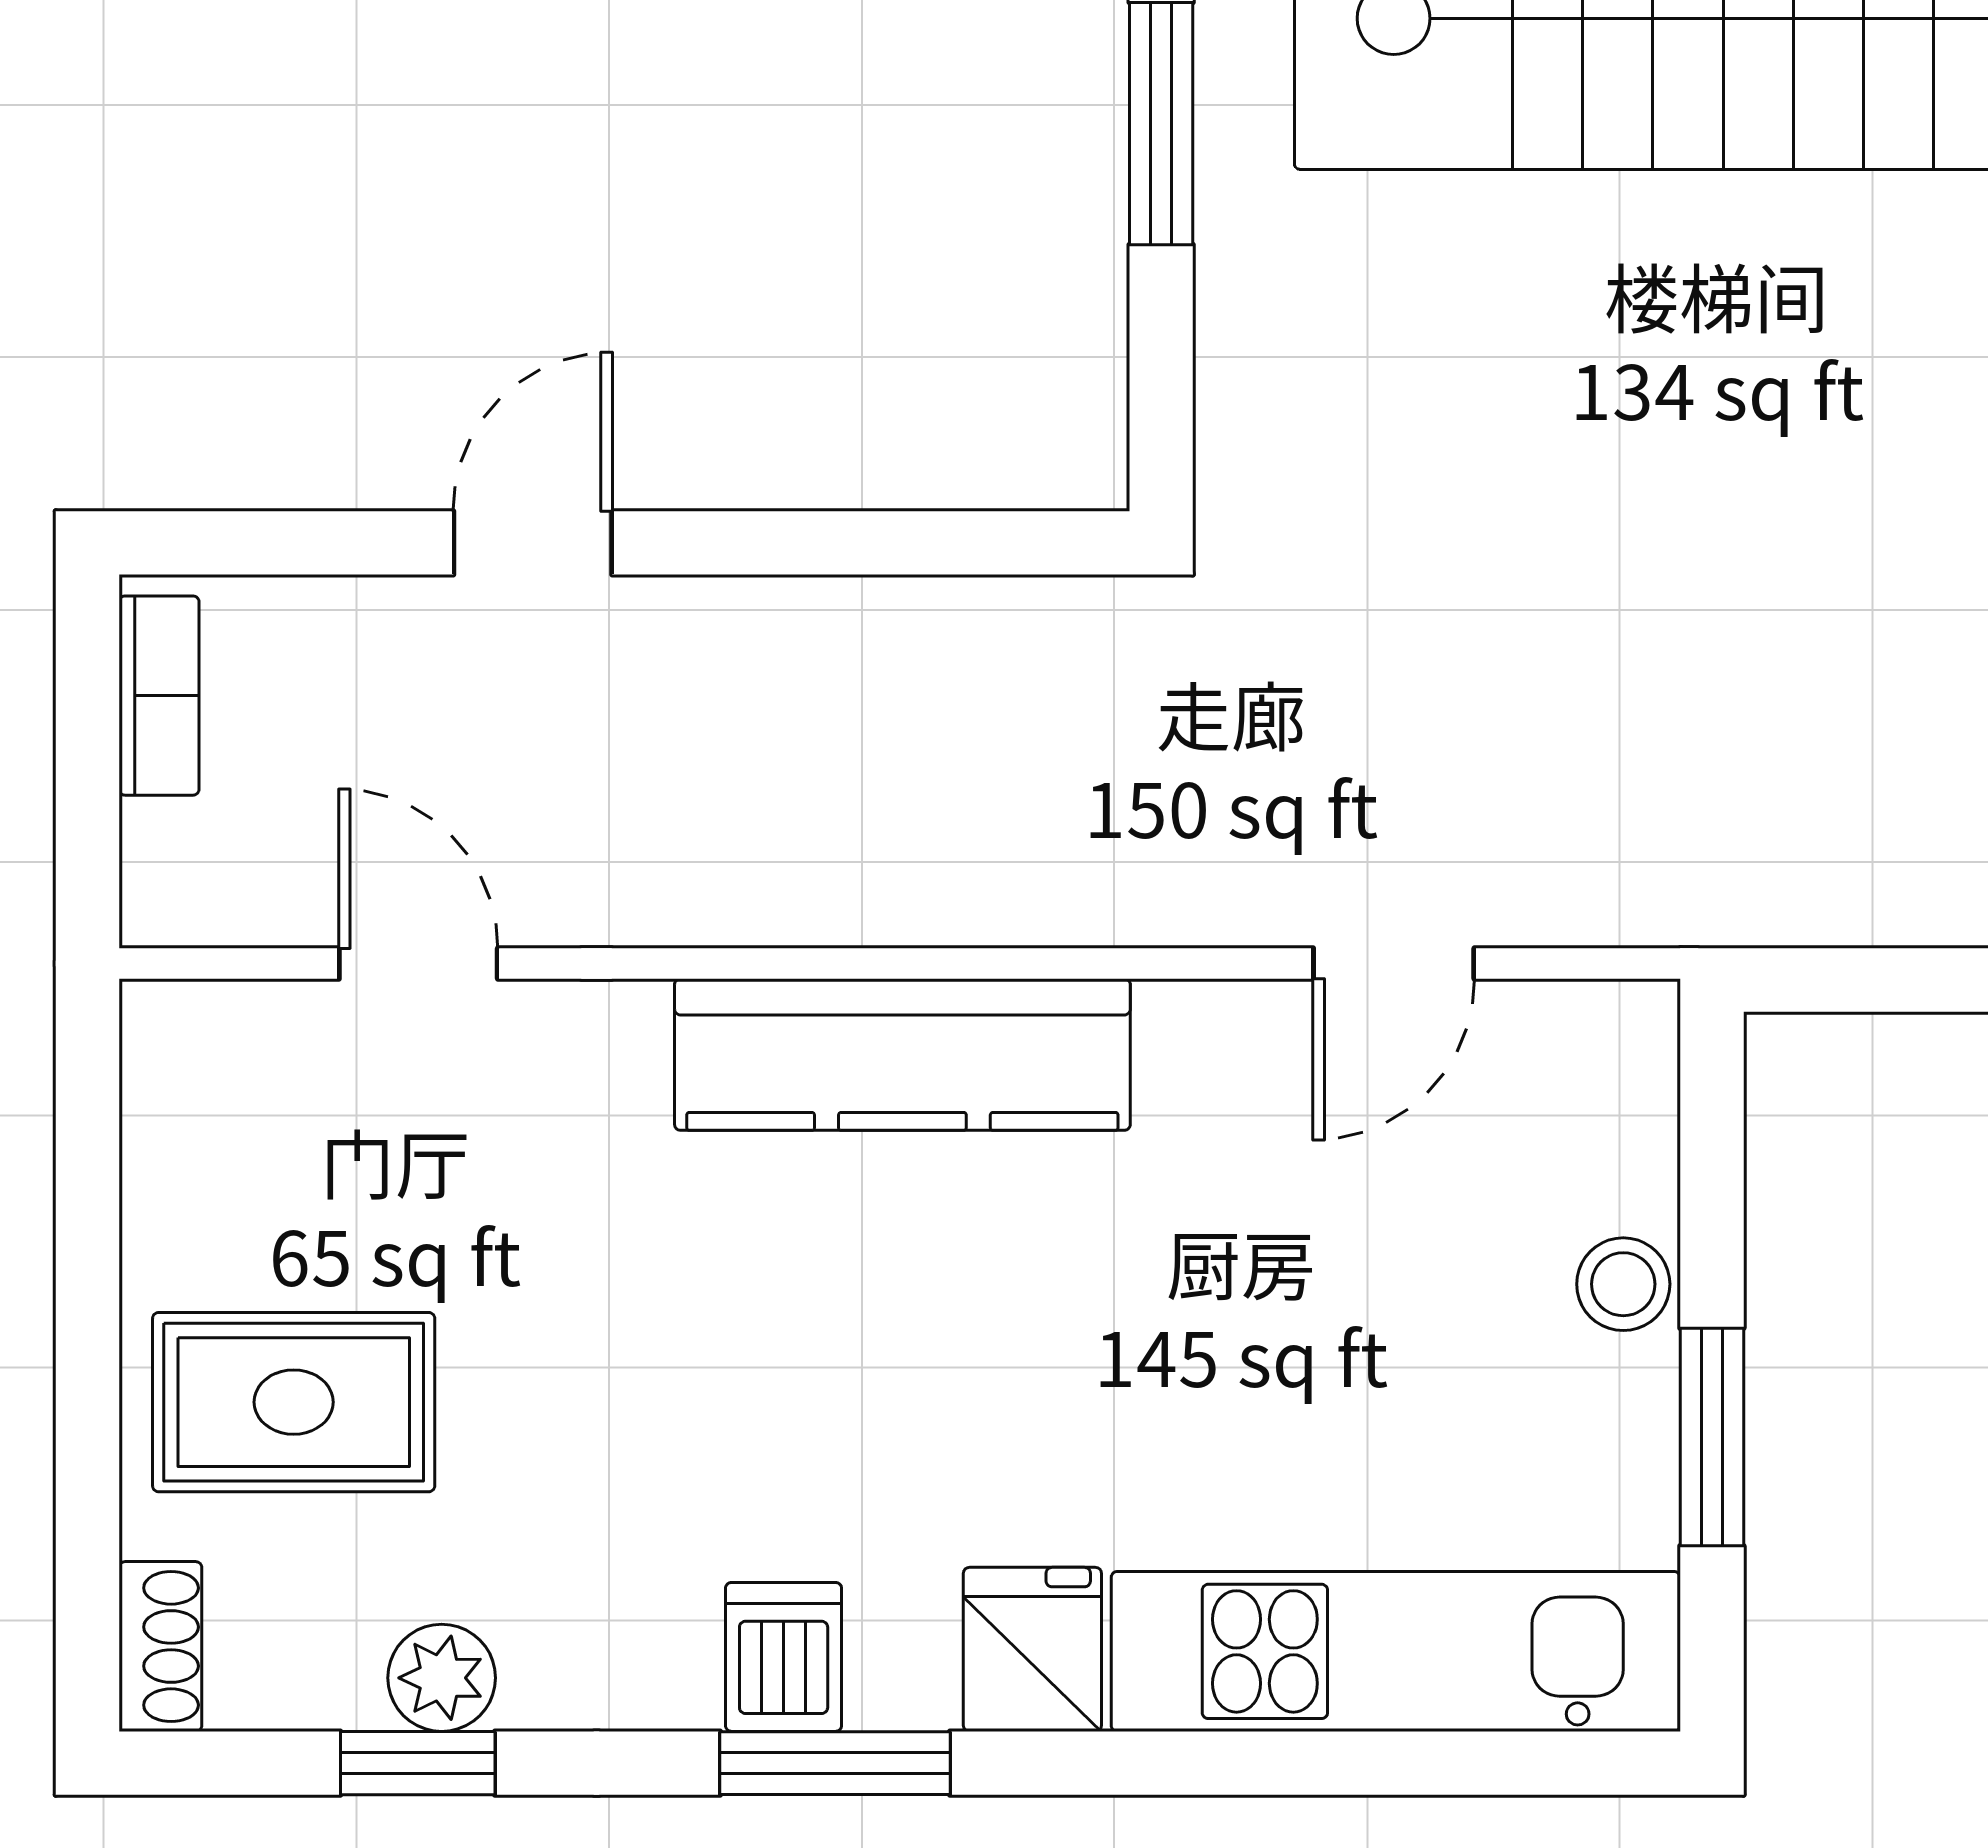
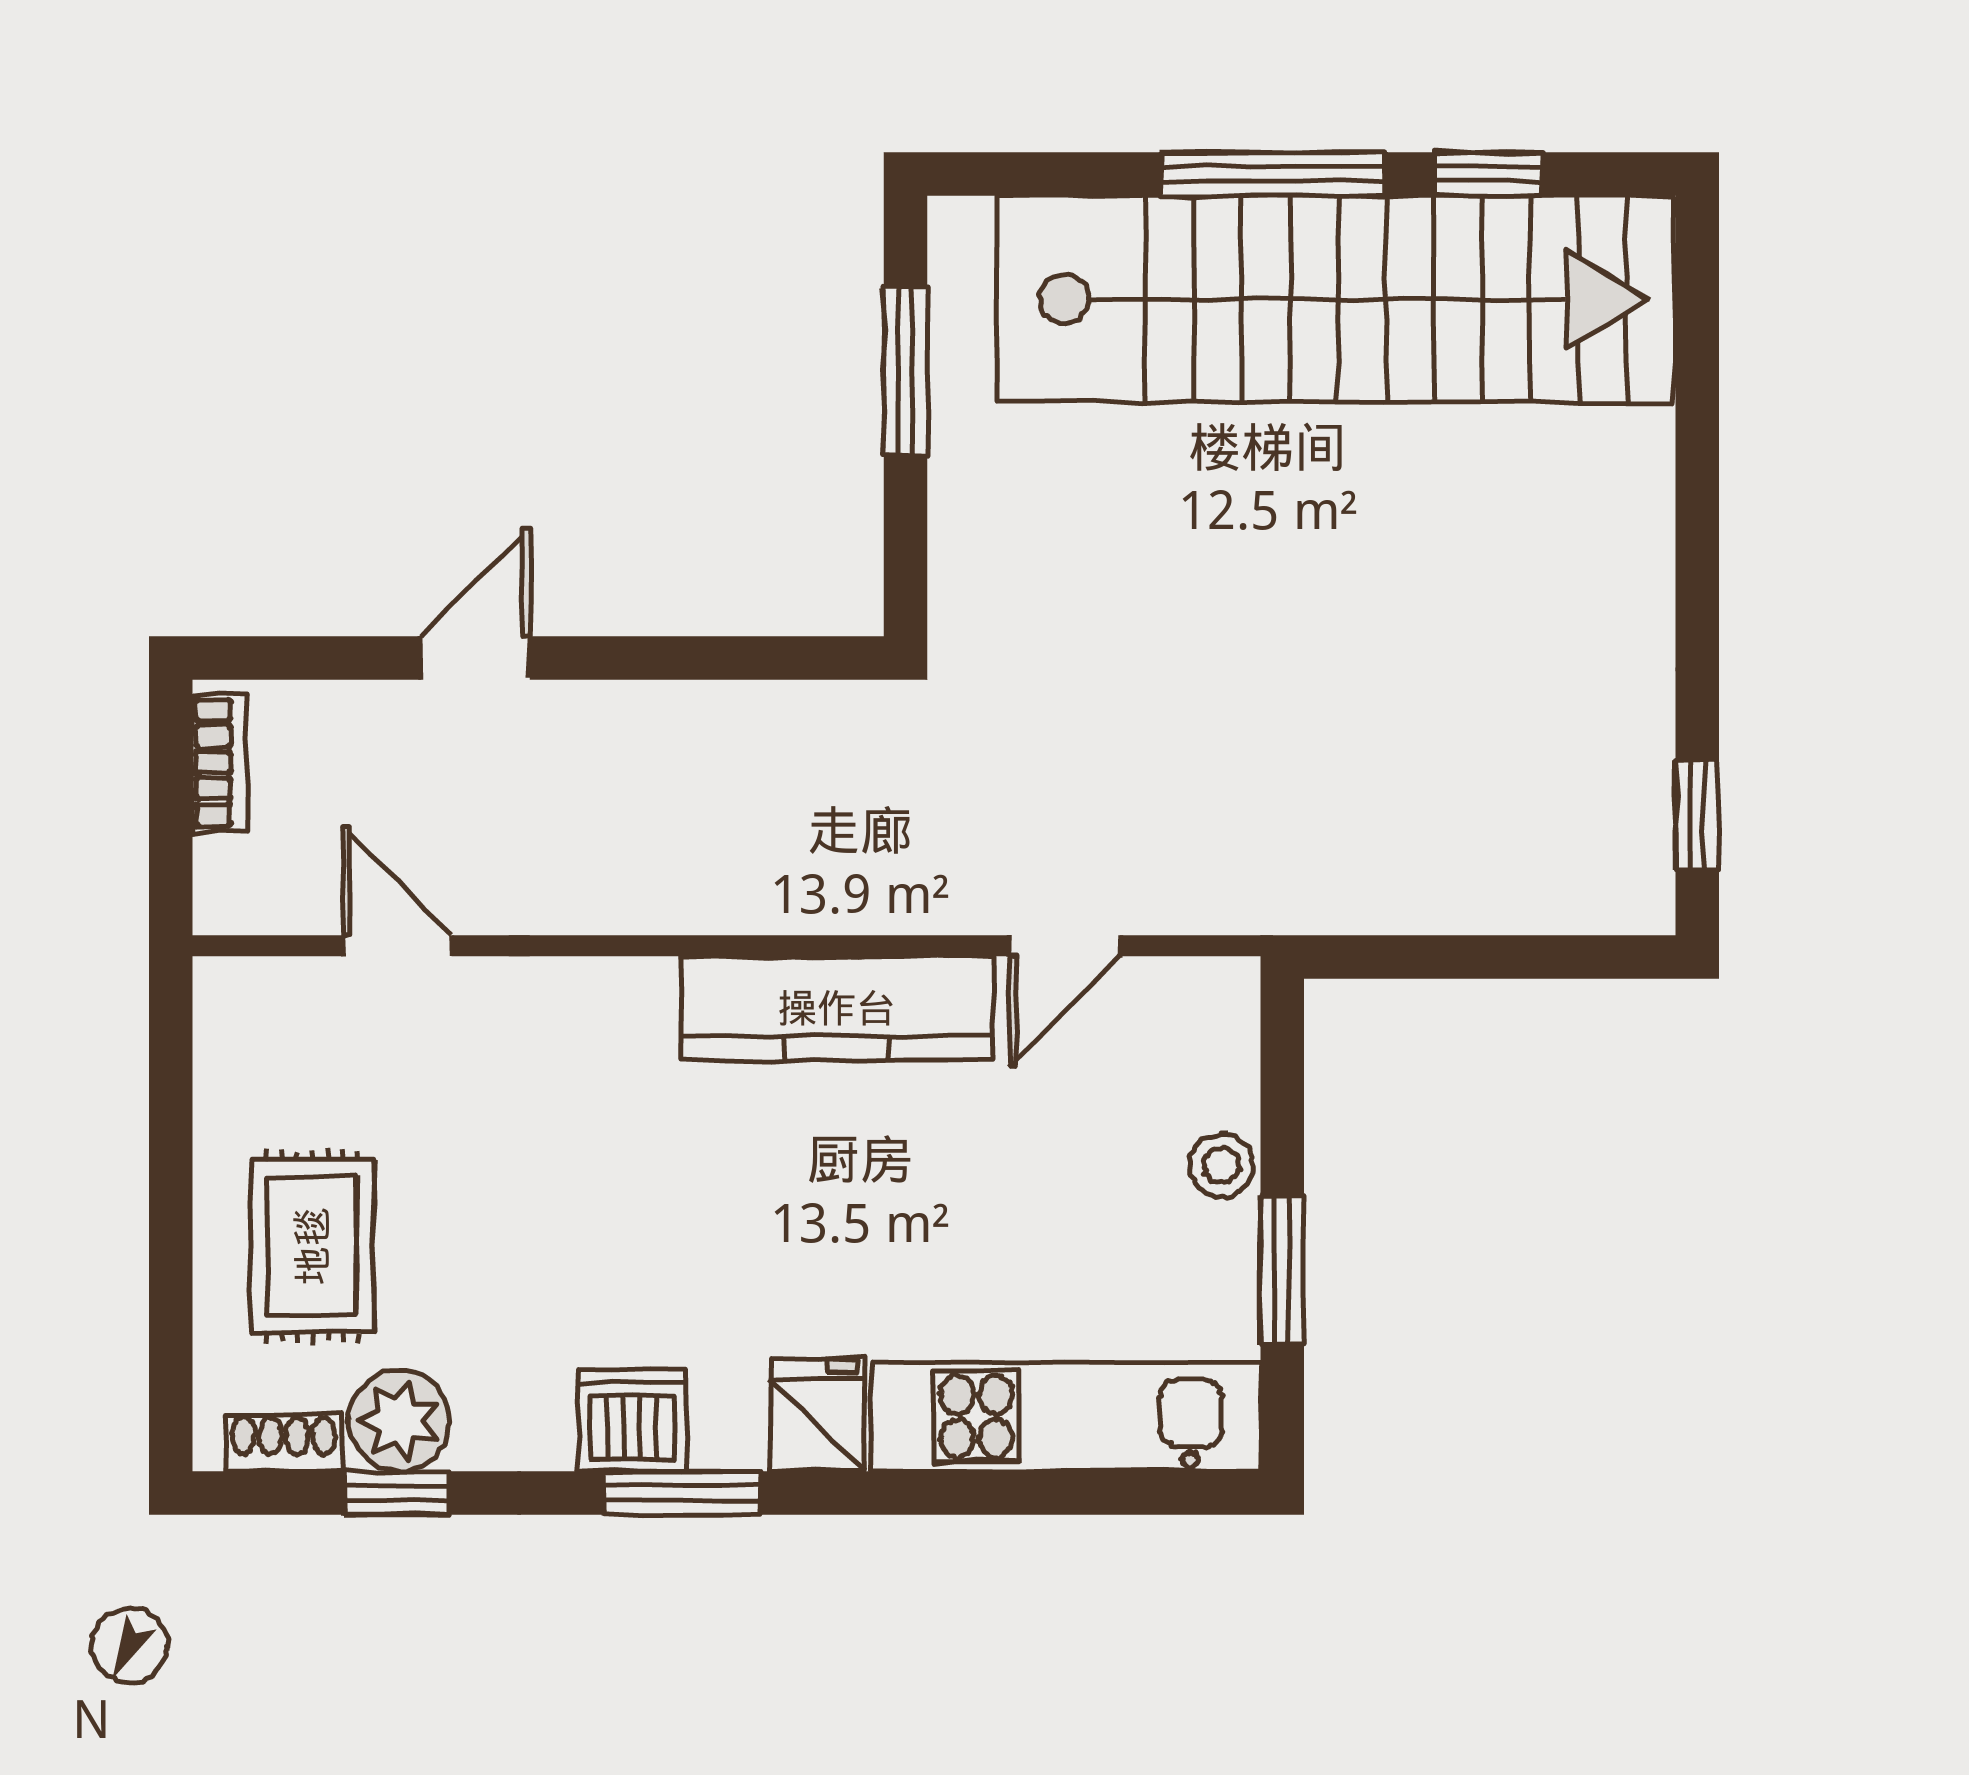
kitchen counter: (902, 1055) -> (837, 1008), moved
rug: (294, 1402) -> (312, 1246), turned 90
shoe rack: (160, 1647) -> (284, 1443), moved, turned -90
dishwasher: (784, 1657) -> (632, 1420), width x1.38
plant: (442, 1678) -> (399, 1421), width x1.38, depth x1.38

